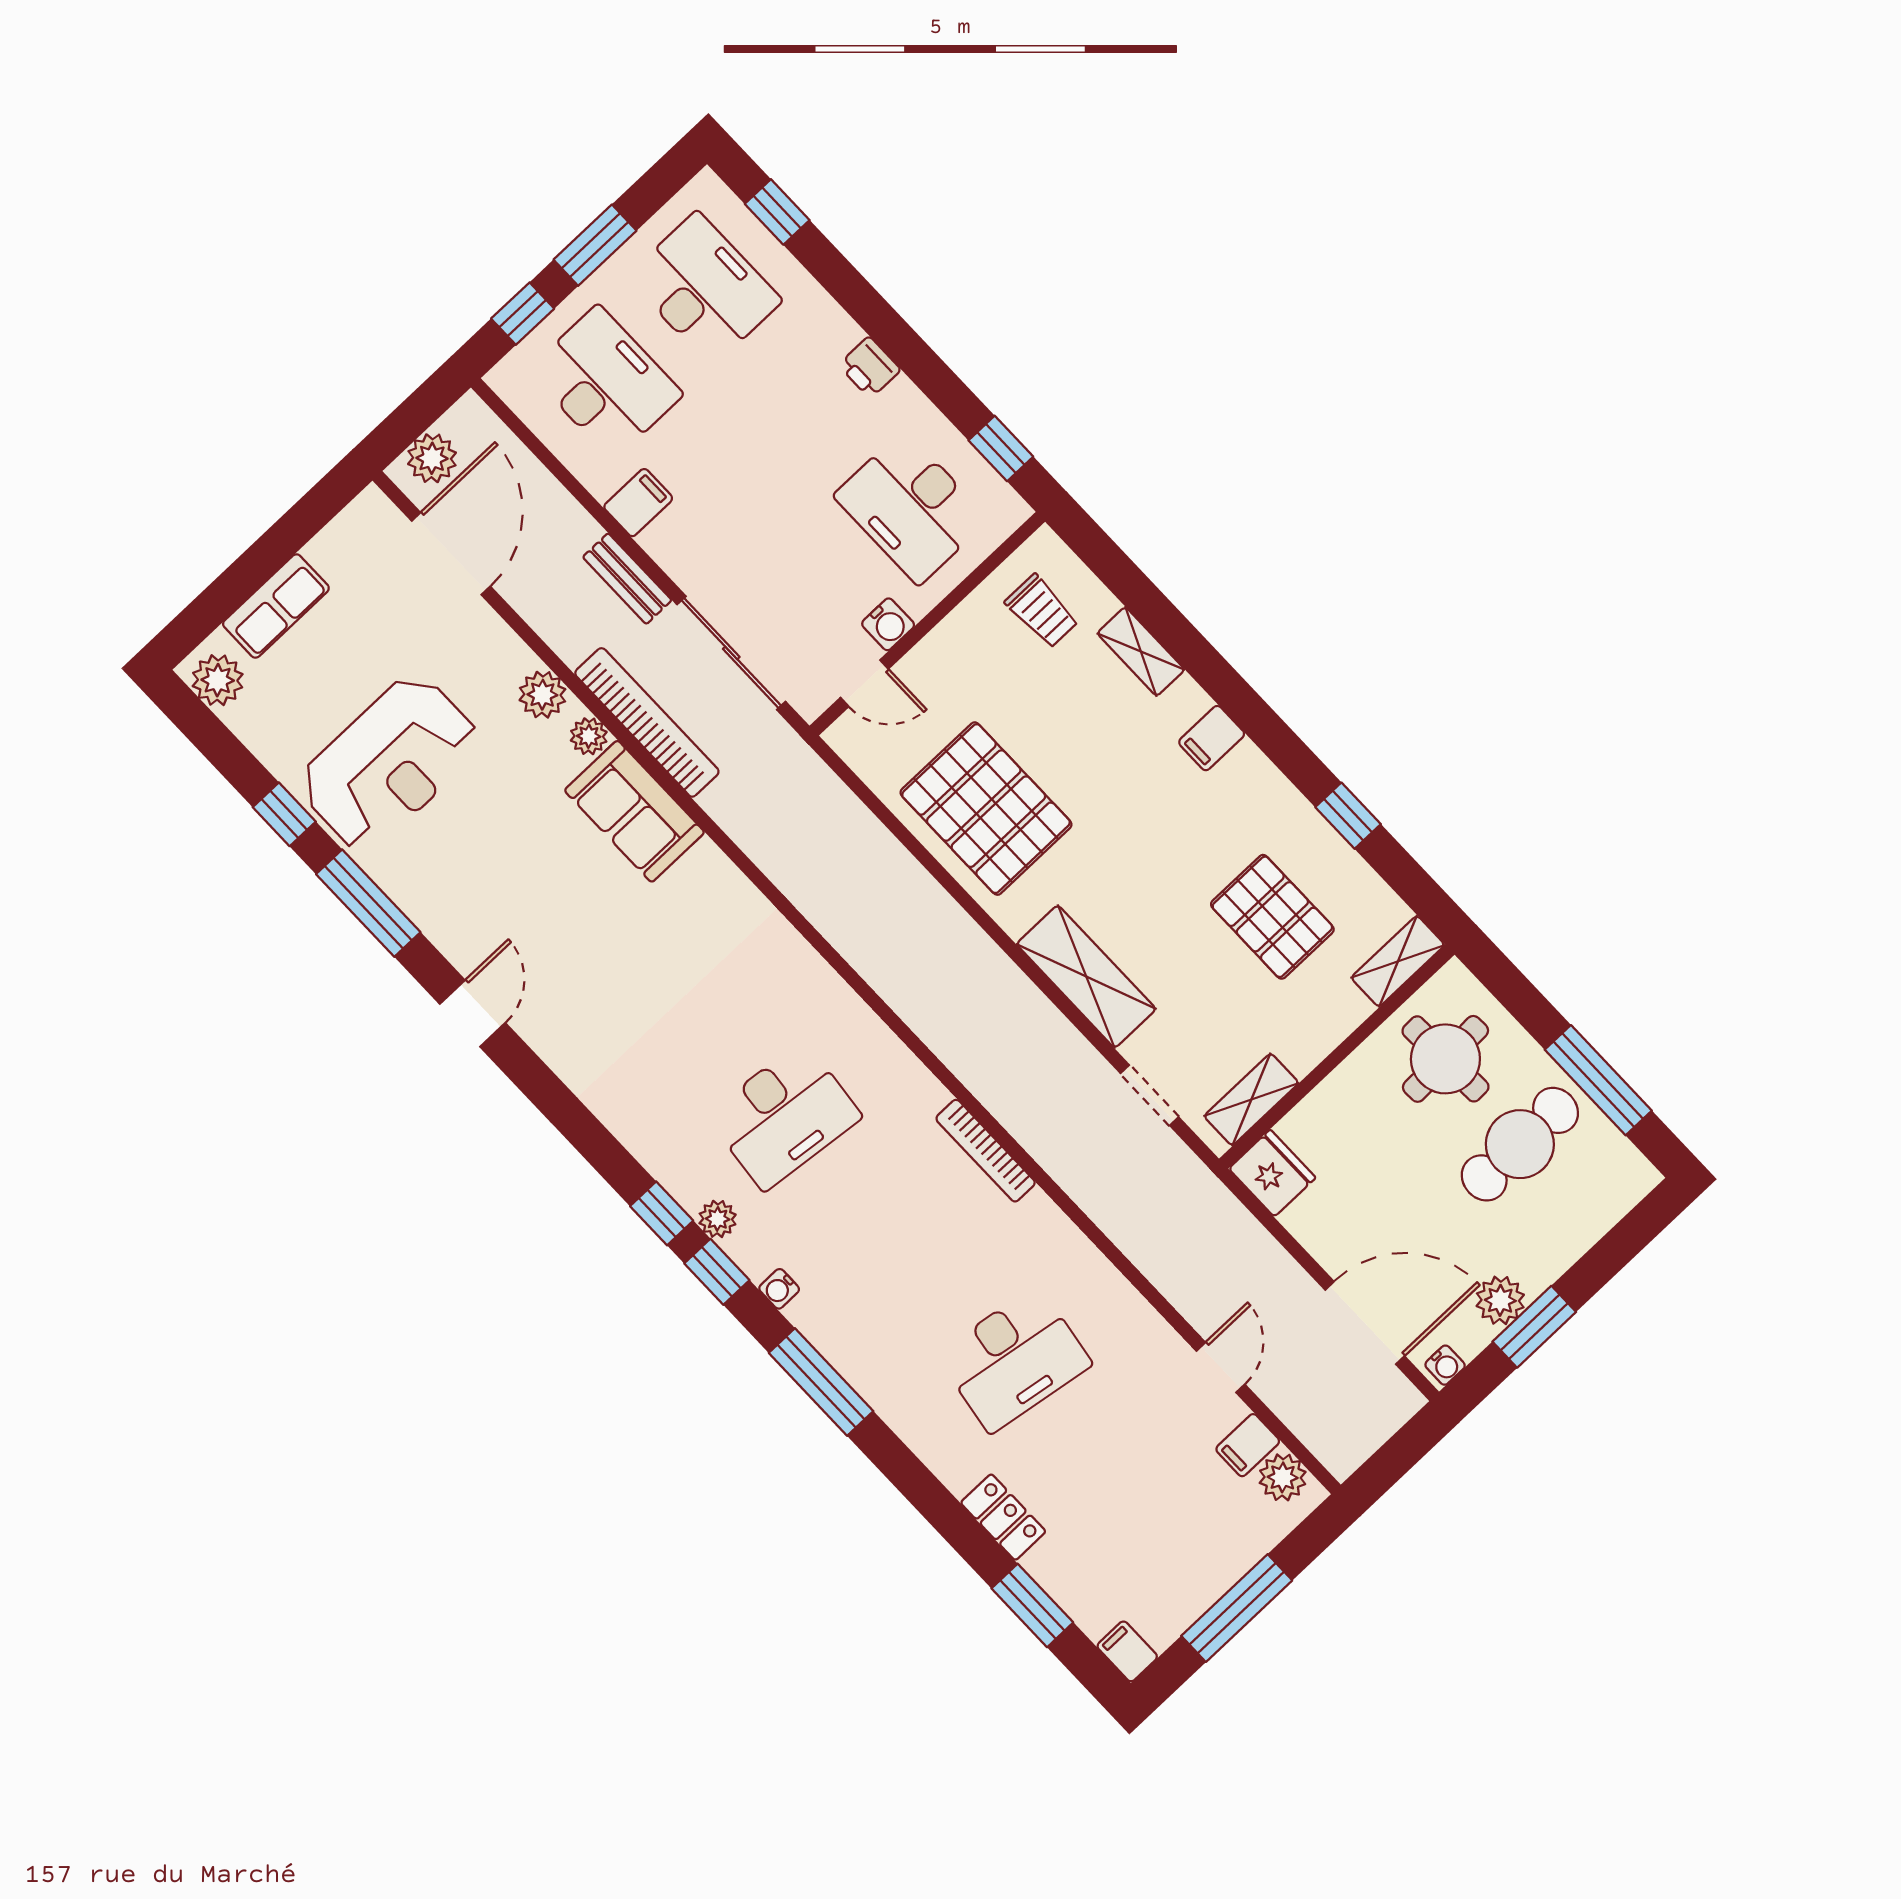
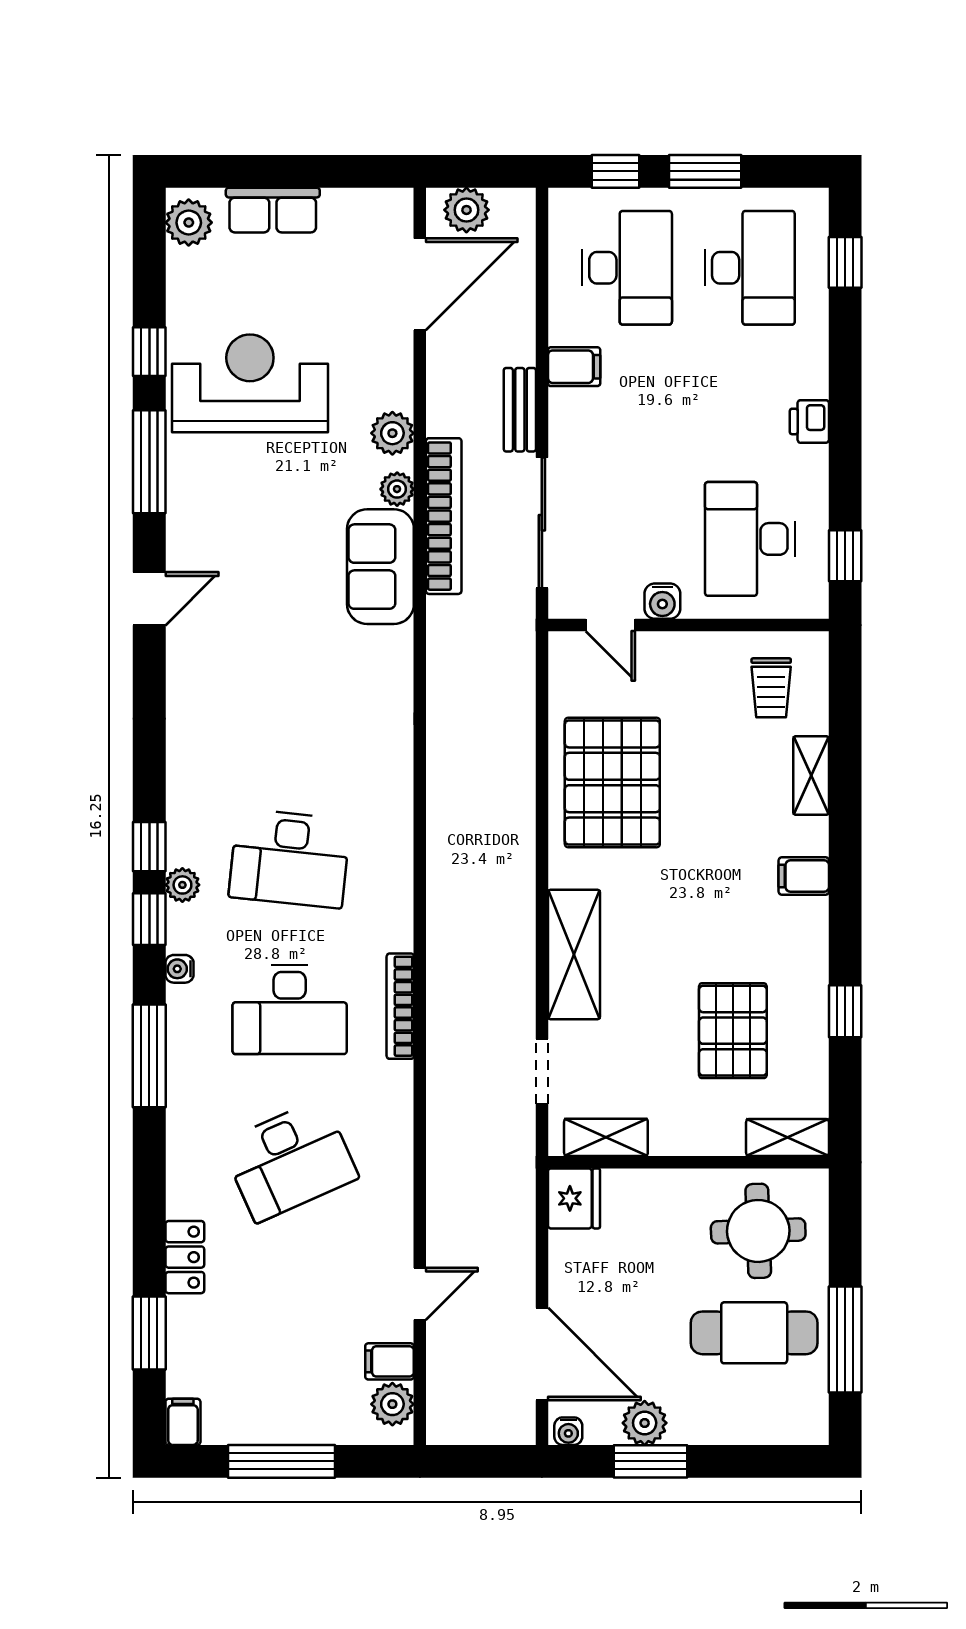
reception desk: (390, 763) -> (250, 383), turned 180
desk: (899, 1238) -> (290, 1009), added
desk: (1014, 1359) -> (290, 1160), turned -33

